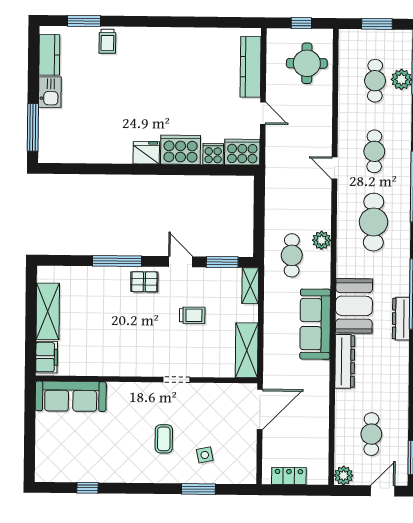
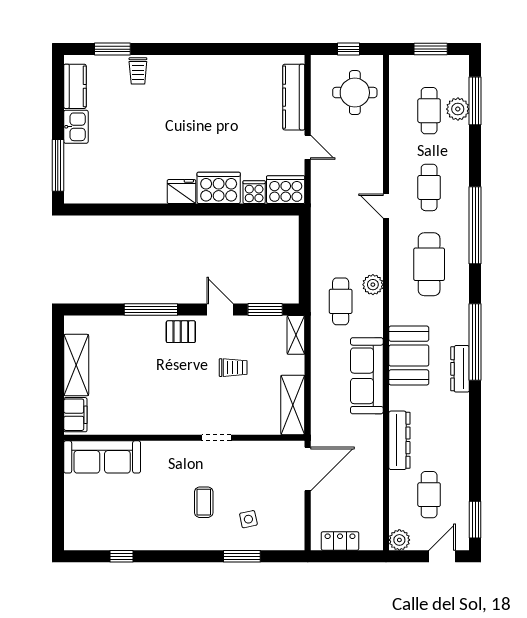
dresser: (345, 361) -> (399, 440), moved

